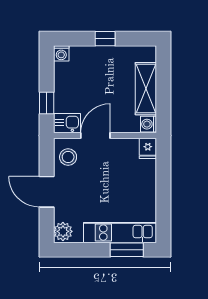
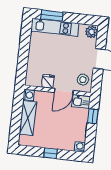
fridge: (148, 148) -> (48, 81), moved

